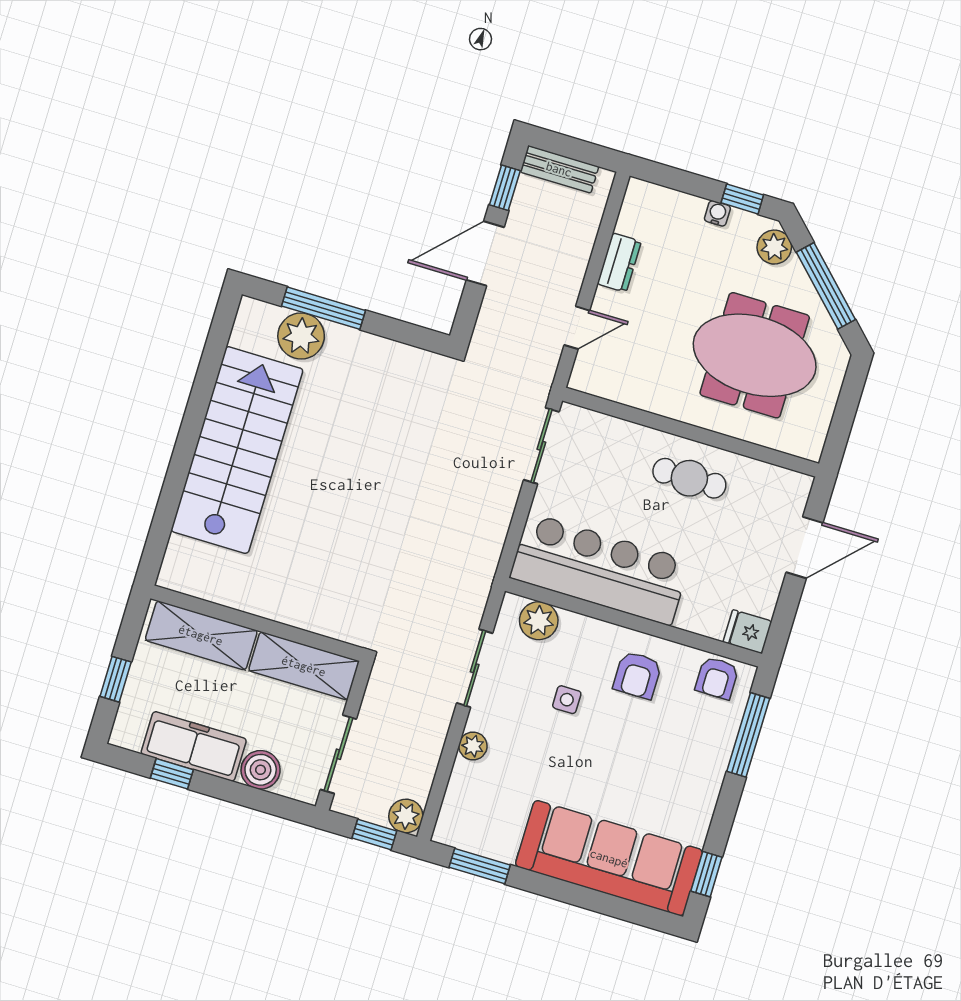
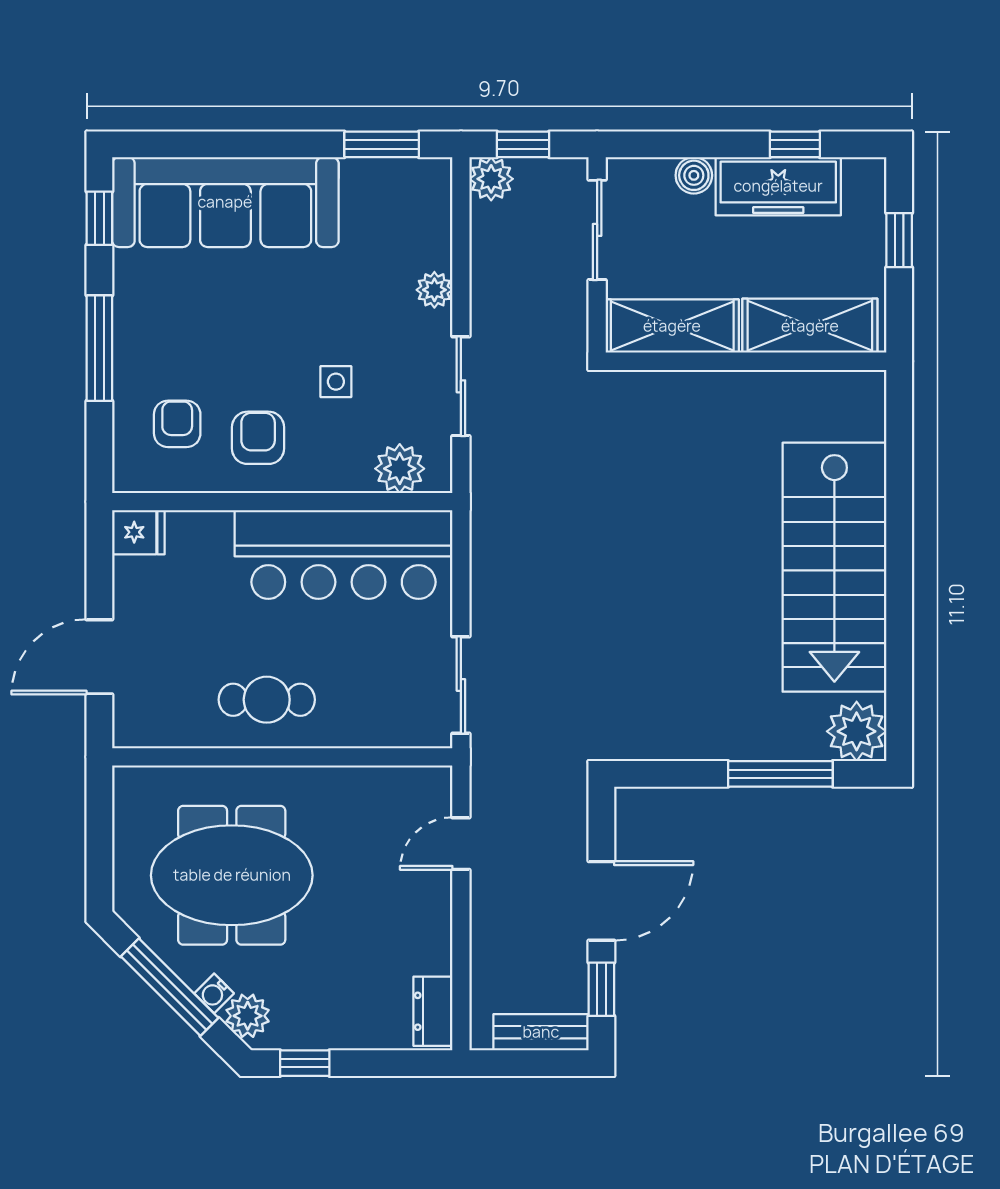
water cooler: (717, 213) -> (214, 993), moved, turned 45
dresser: (619, 263) -> (433, 1011), moved
plant: (301, 336) -> (857, 731), moved
armchair: (717, 678) -> (177, 424), moved
window: (748, 735) -> (99, 348), moved
boiler: (261, 770) -> (694, 175), width x0.73, depth x0.73

